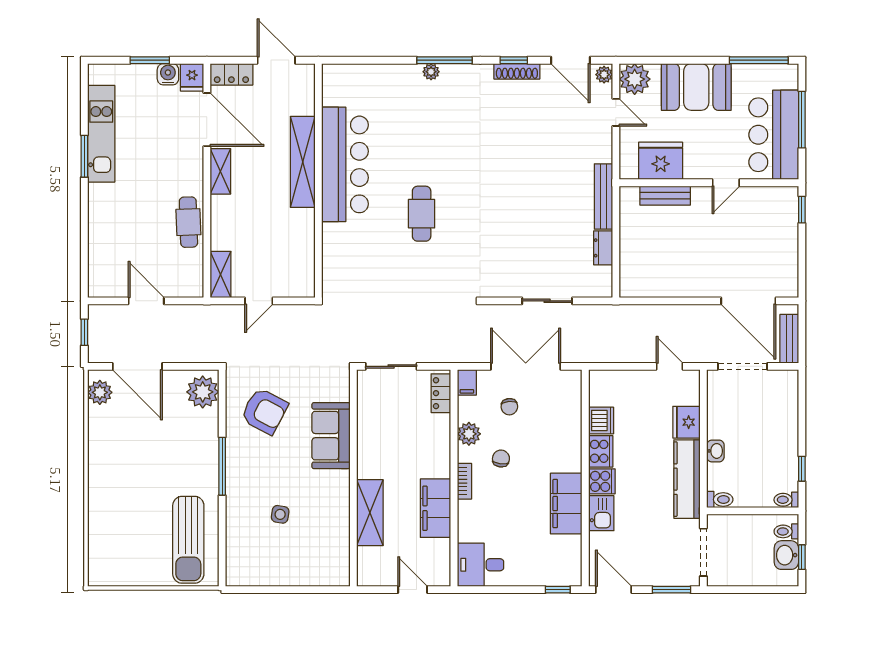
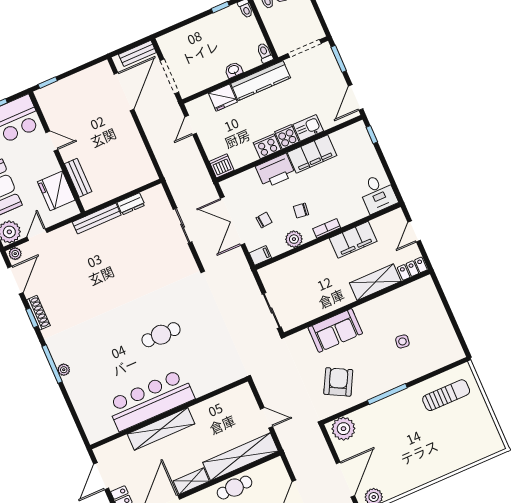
shelving: (221, 274) -> (241, 457), width x2.20, depth x1.33
locker: (441, 393) -> (412, 269), moved, turned 180
dishwasher: (601, 421) -> (222, 166), moved
printer: (565, 448) -> (275, 171), added
sun lounger: (188, 540) -> (446, 395), width x0.73, depth x0.75

